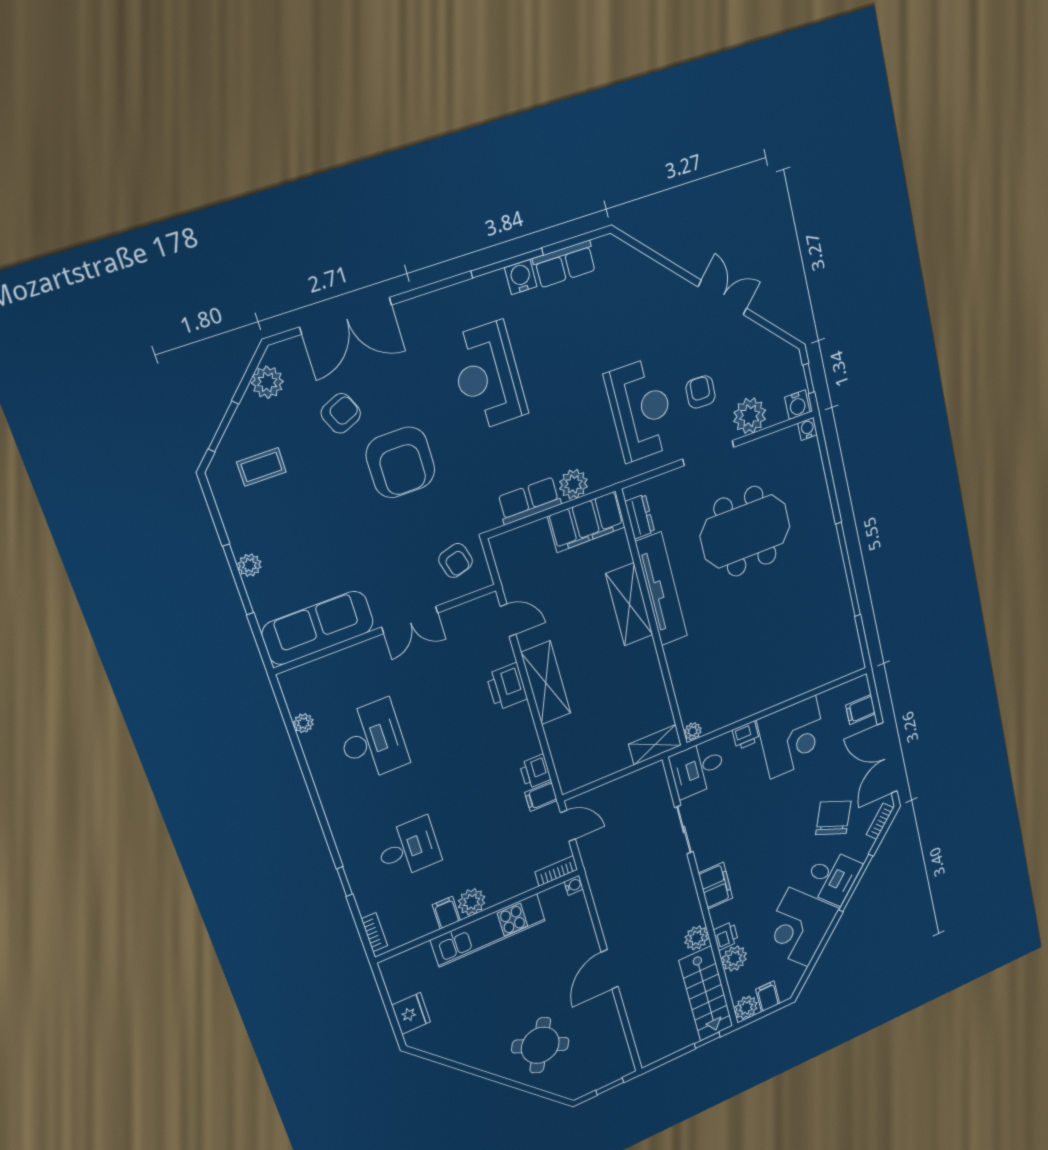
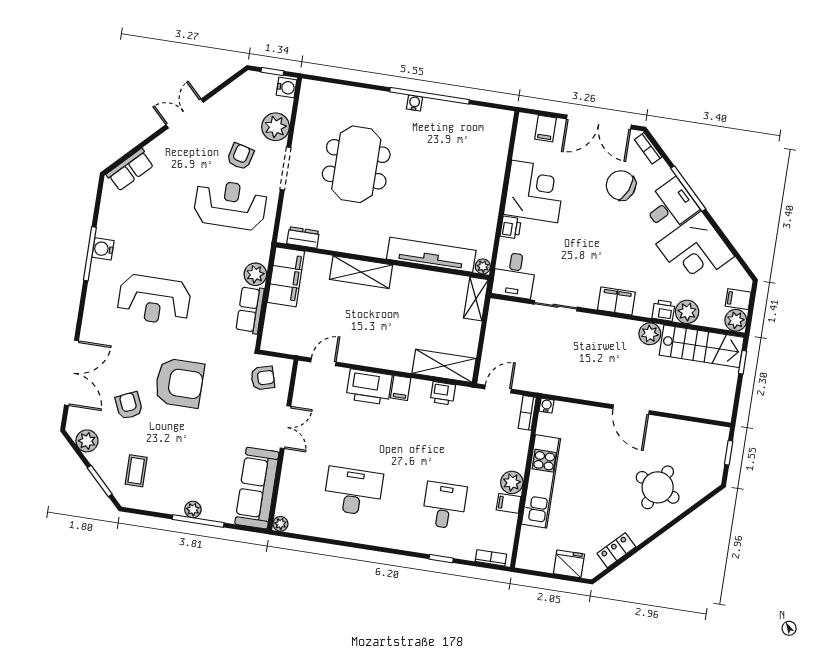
row of seats: (565, 264) -> (130, 170), moved, turned 45
armchair: (701, 392) -> (240, 156), turned 102
water cooler: (808, 429) -> (414, 103), moved, turned 90
tv unit: (661, 589) -> (431, 255), moved
shelving: (546, 683) -> (444, 366), moved
printer: (507, 687) -> (369, 387), width x1.37, depth x1.19
plant: (303, 723) -> (280, 524), moved
filing cabinet: (541, 796) -> (401, 388), moved
locker: (452, 1049) -> (616, 550), added

